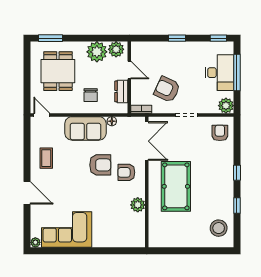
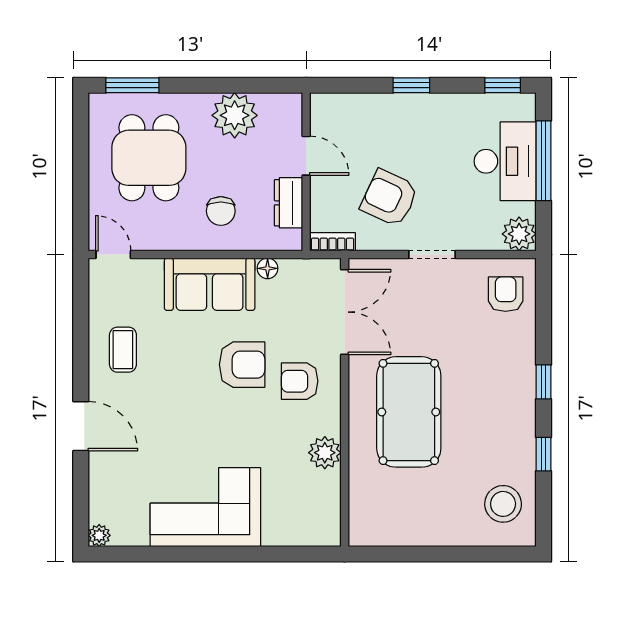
plant: (116, 49) -> (277, 110), removed
corner sofa: (67, 230) -> (205, 507), moved

